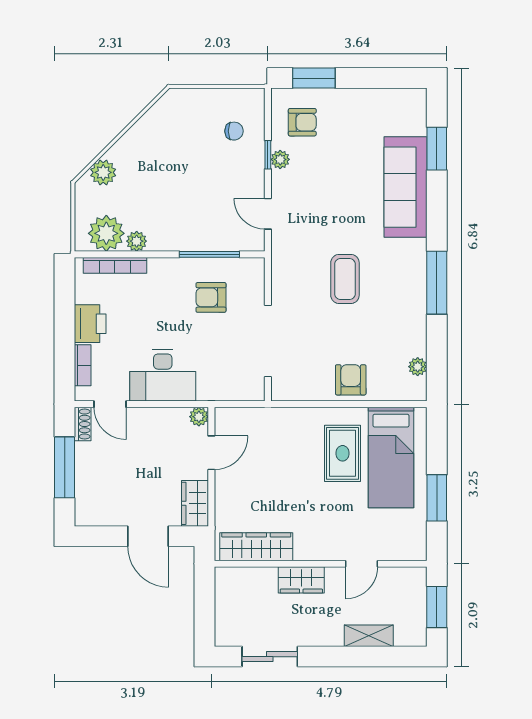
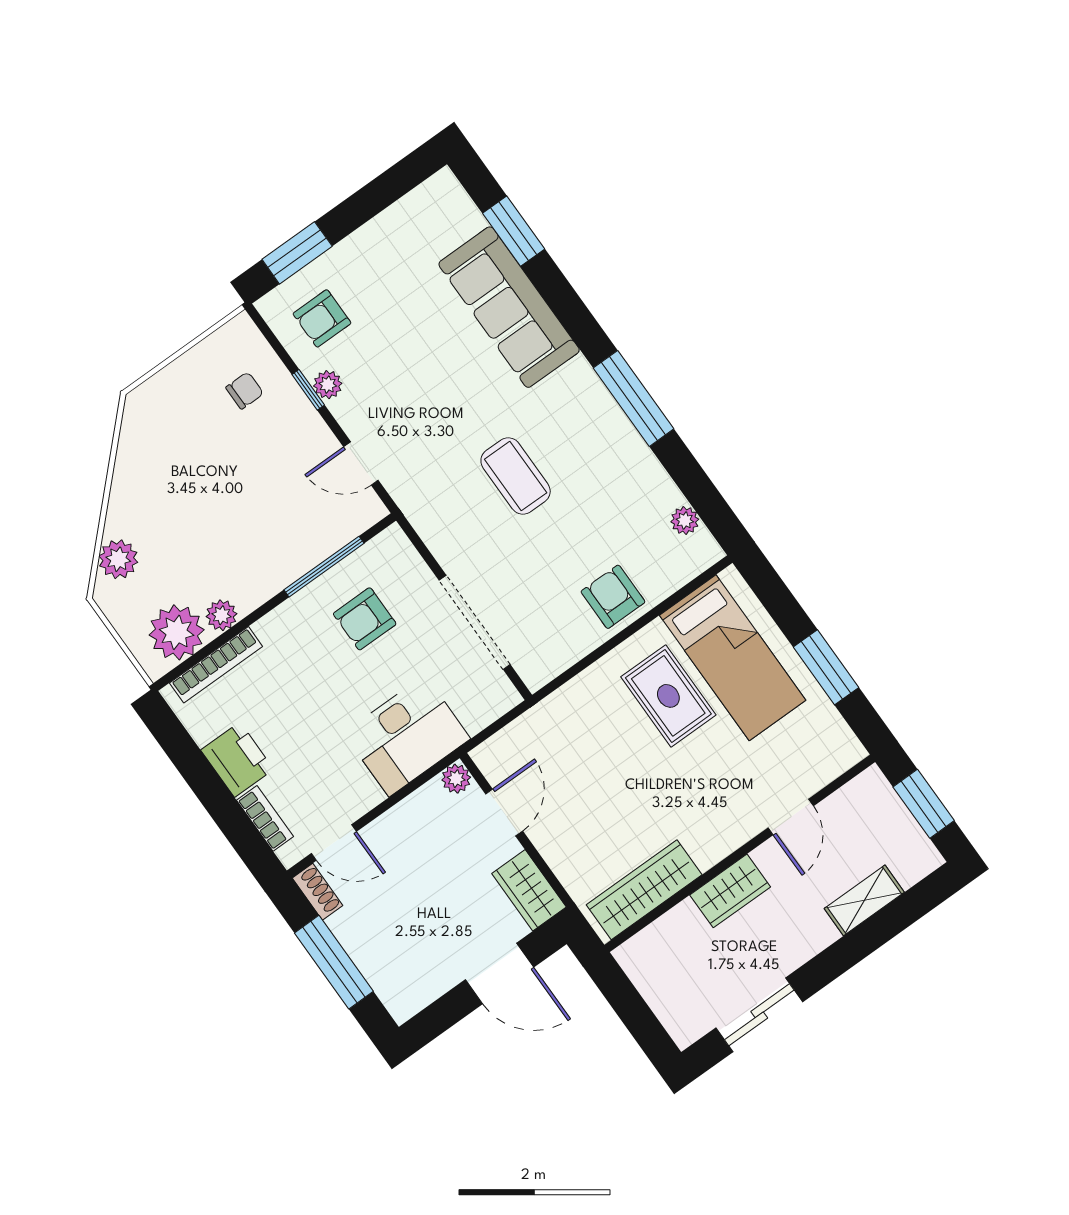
armchair: (302, 122) -> (322, 318), turned 180
desk: (163, 375) -> (407, 736), moved

